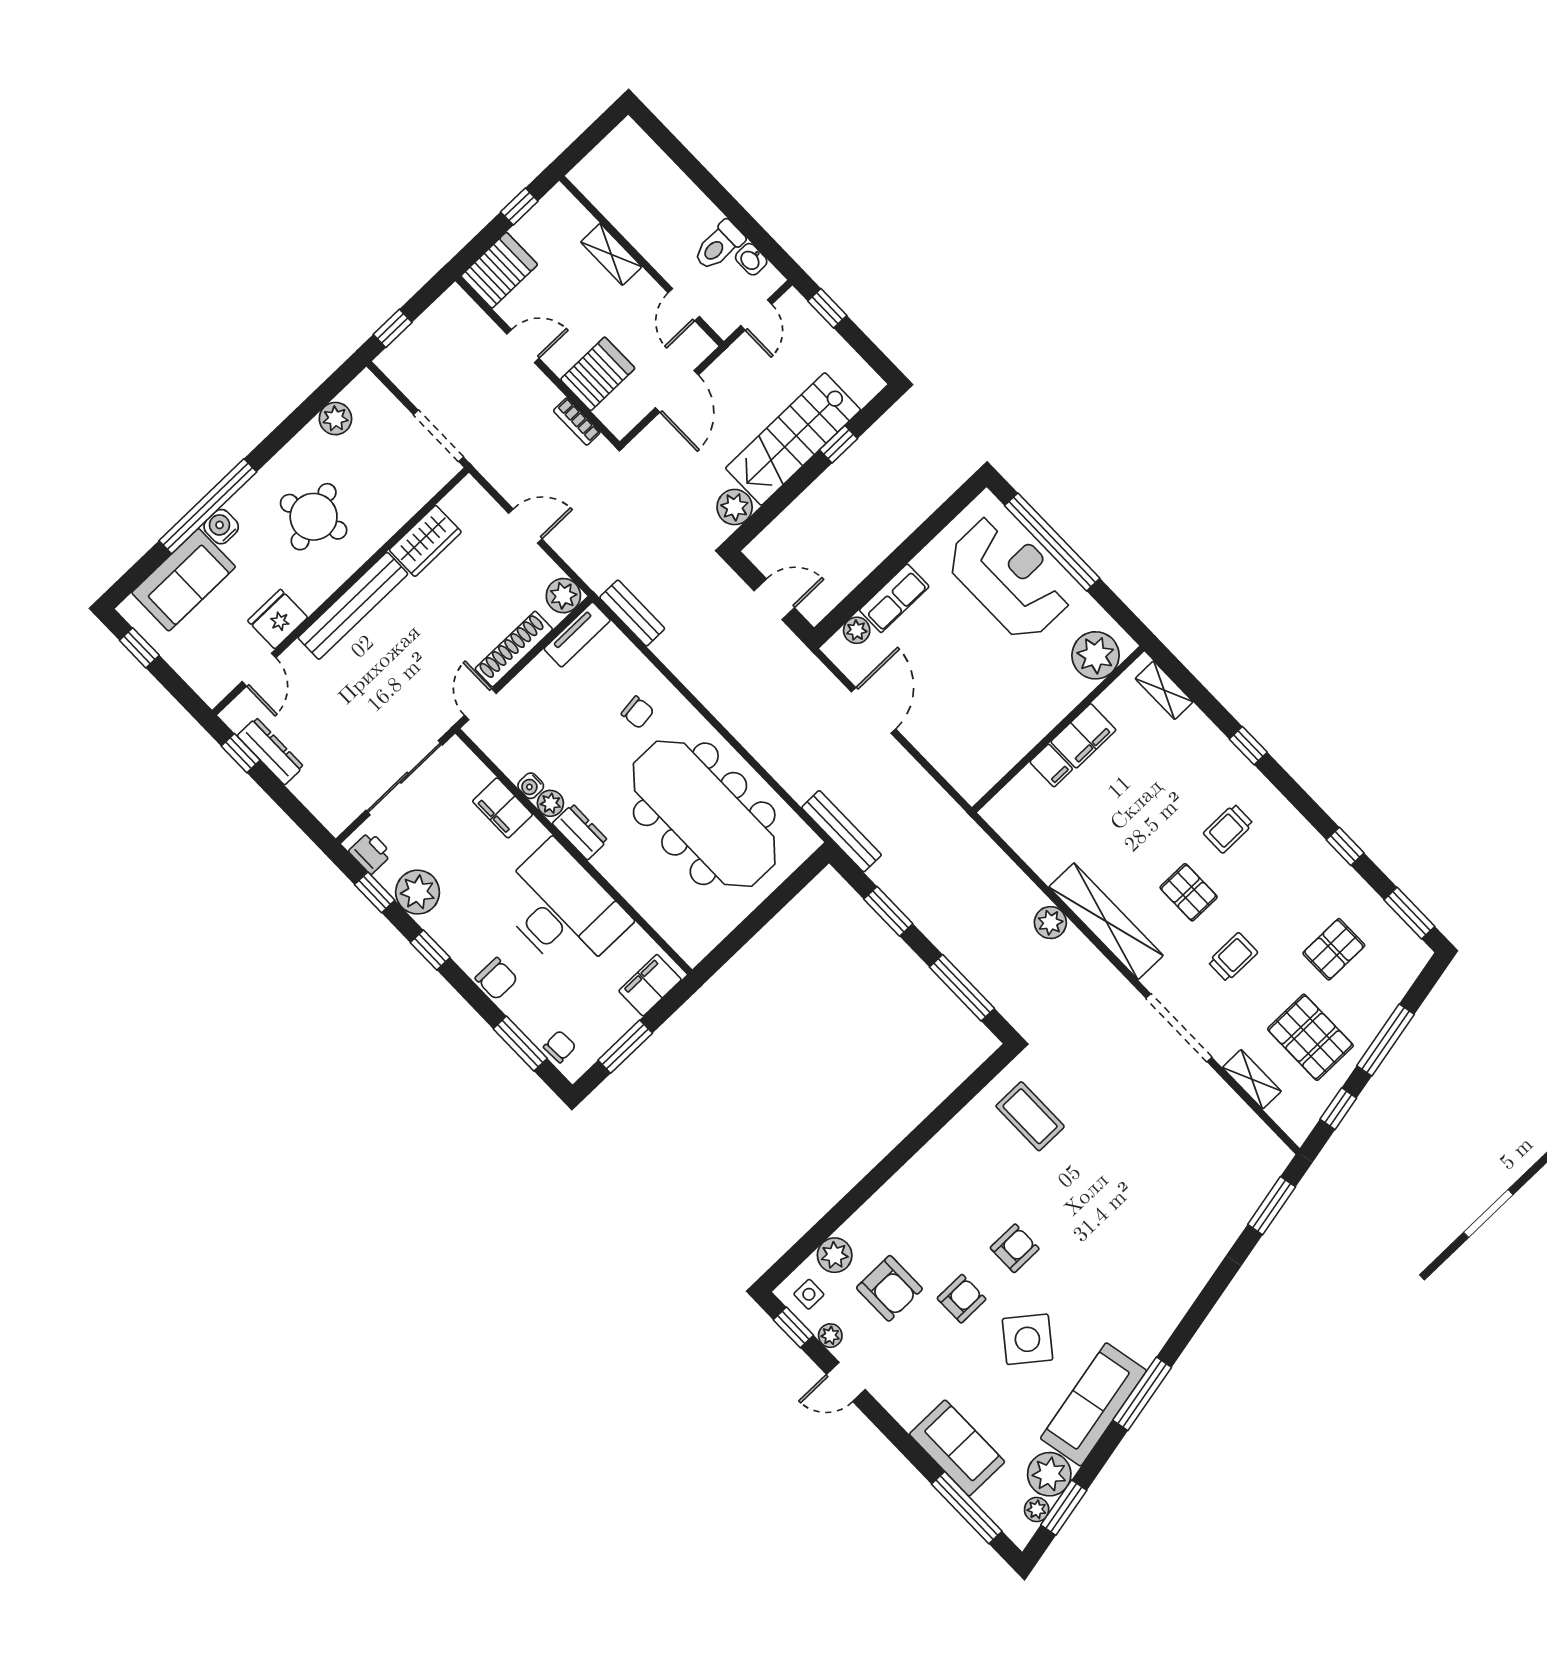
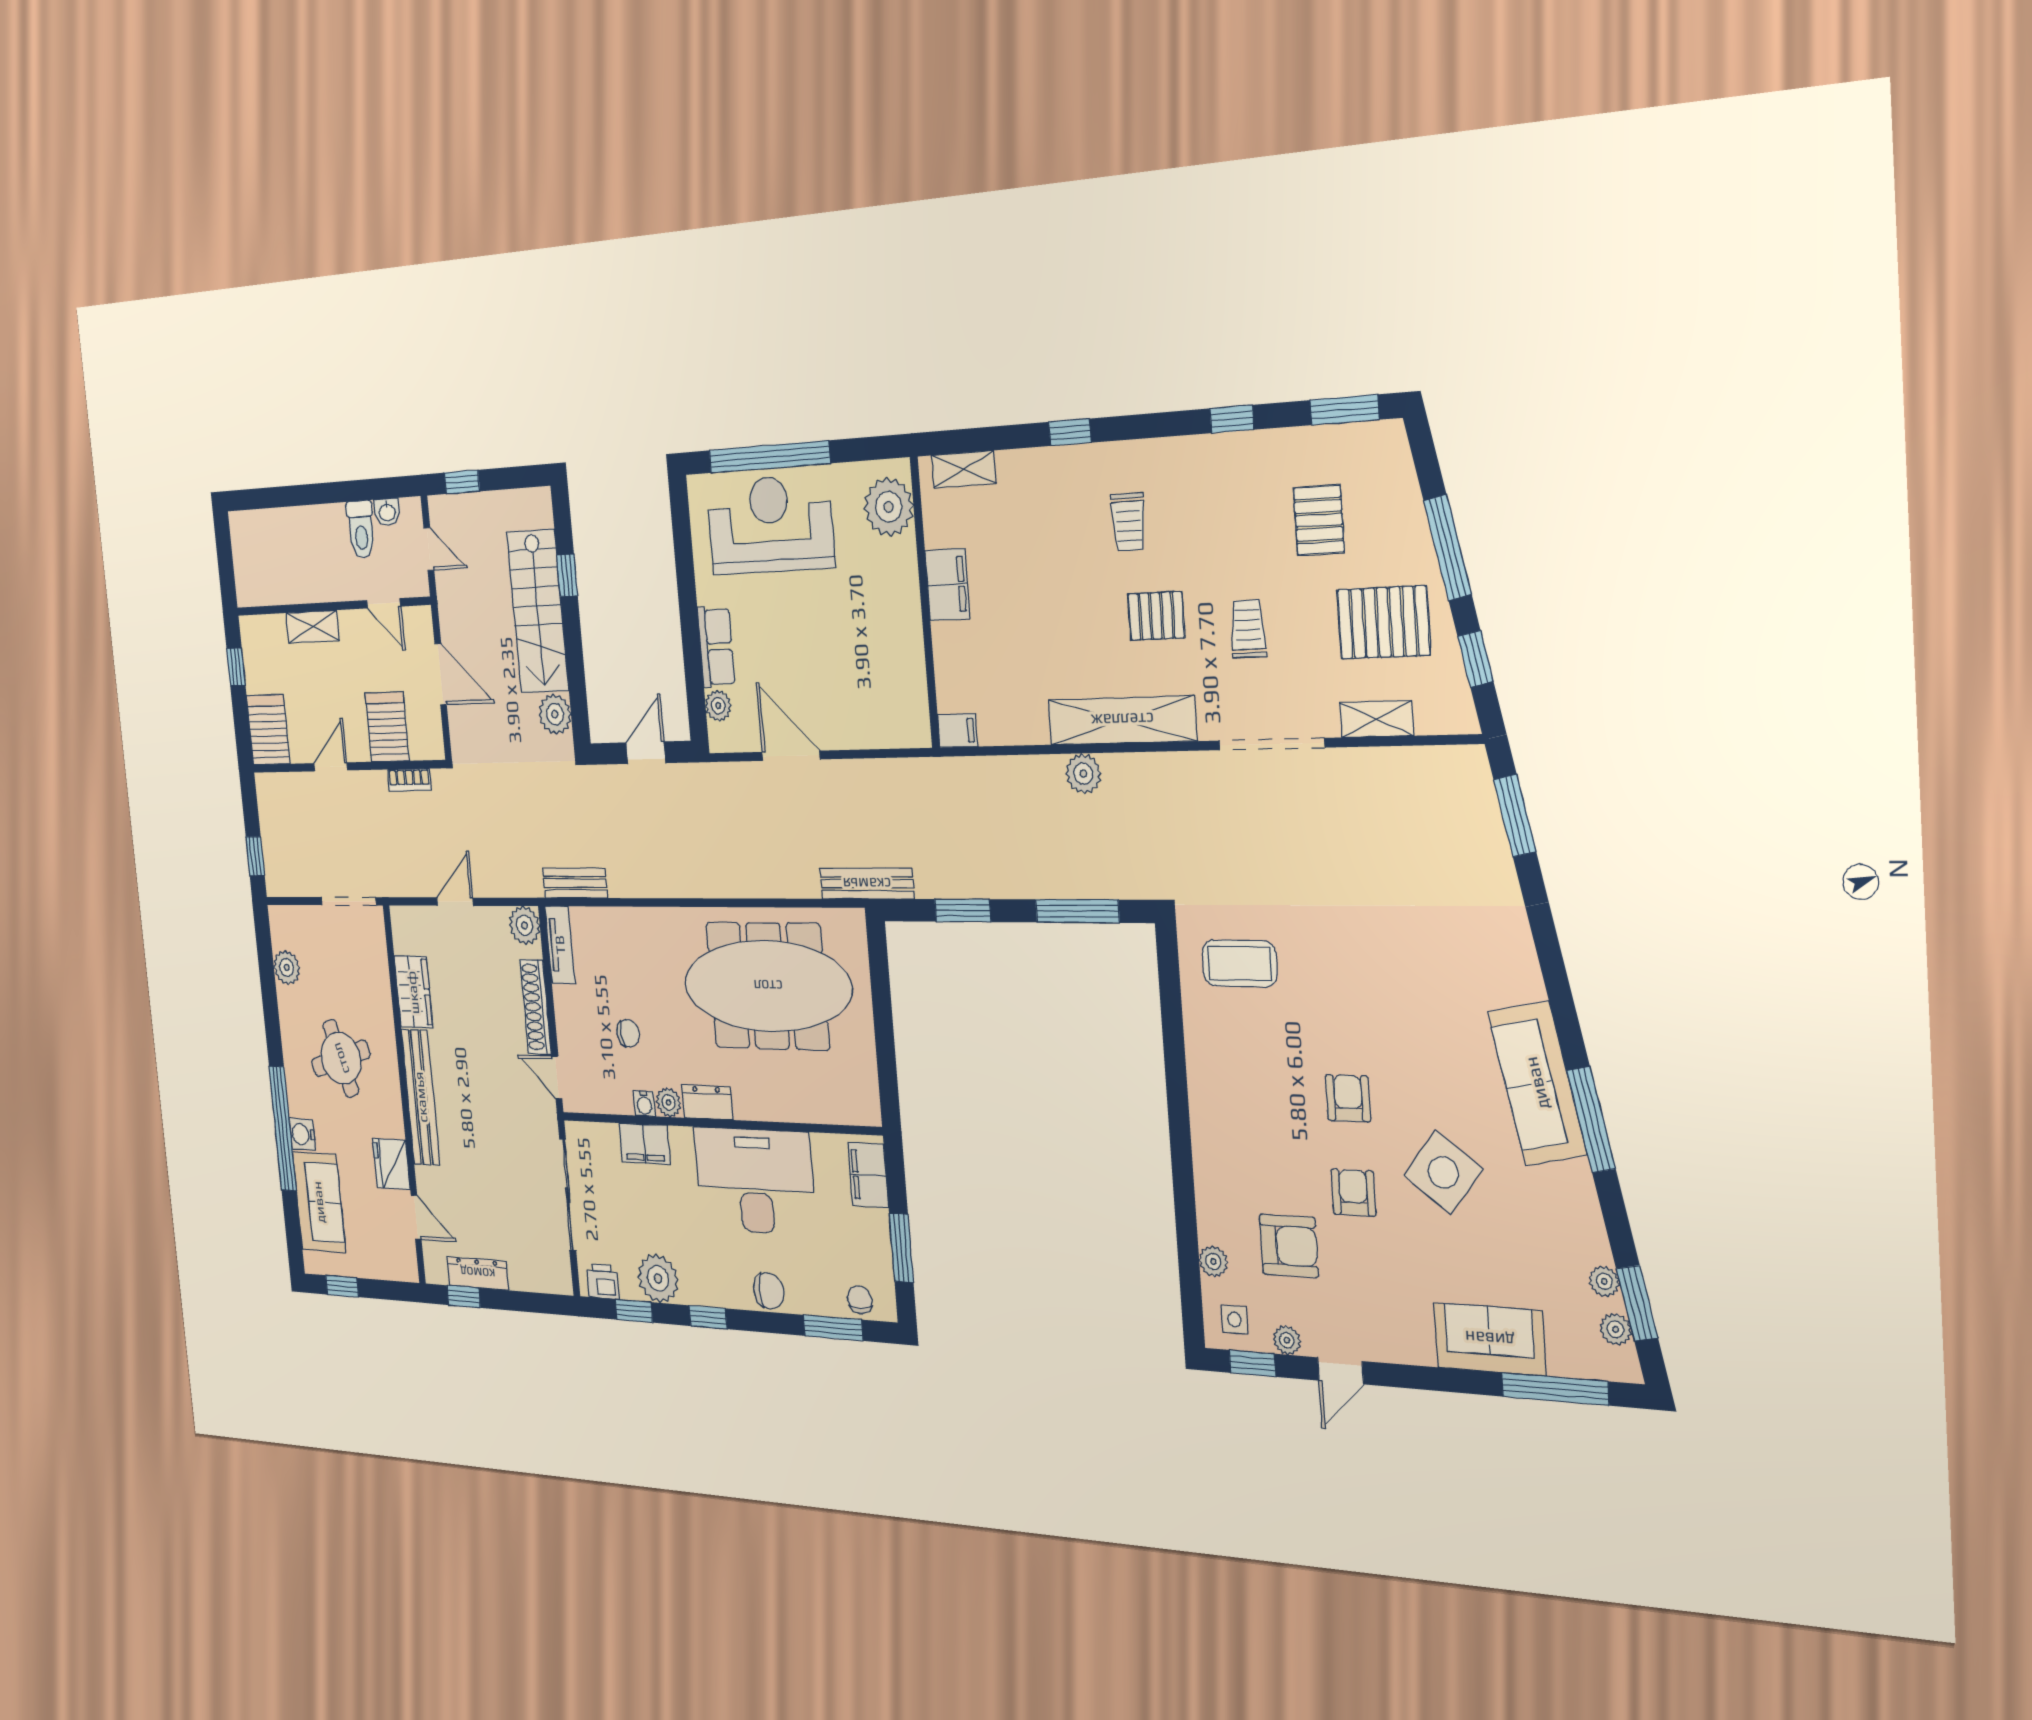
chair: (638, 712) -> (628, 1033), moved
filing cabinet: (1051, 766) -> (957, 731), moved
plant: (835, 1255) -> (1213, 1261), width x0.73, depth x0.73
sofa: (1093, 1404) -> (1537, 1083), moved
plant: (1049, 1474) -> (1604, 1281), width x0.53, depth x0.53

